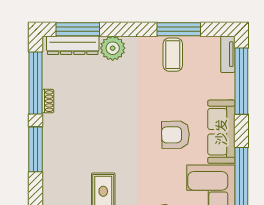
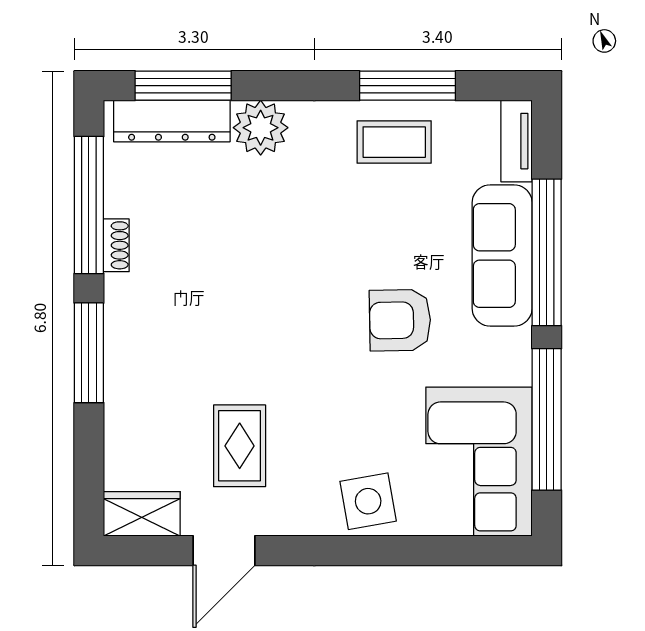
coffee table: (173, 55) -> (394, 142), turned 90
window: (241, 81) -> (547, 252), moved
sofa: (221, 132) -> (502, 255), moved

